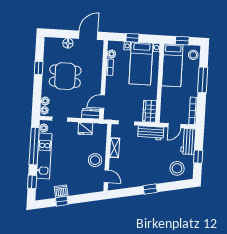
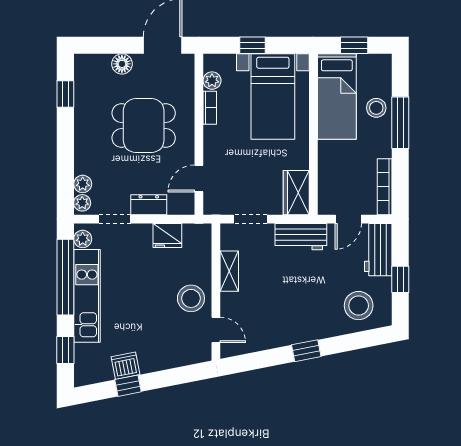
stool: (193, 55) -> (376, 108), moved
window: (39, 68) -> (65, 94), moved
dining table: (65, 76) -> (144, 126), moved
dresser: (91, 114) -> (149, 205), moved

